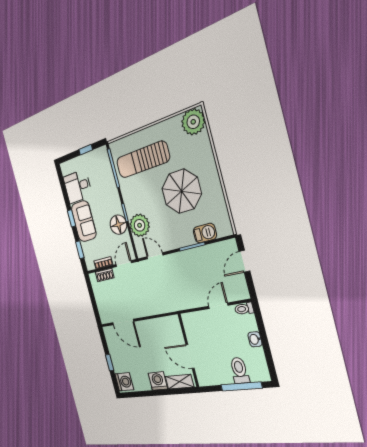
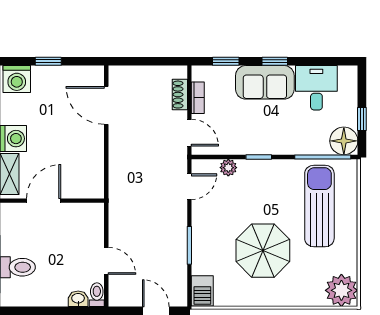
floor lamp: (118, 225) -> (344, 141), moved
plant: (140, 225) -> (228, 168), width x0.53, depth x0.53
barbecue: (205, 233) -> (202, 291), moved
door: (123, 322) -> (106, 105), hinge flipped
washbasin: (255, 339) -> (78, 299), moved

